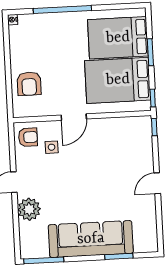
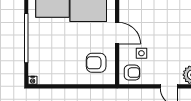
armchair: (29, 84) -> (96, 63), moved, turned 180
armchair: (28, 137) -> (132, 73), turned 90

